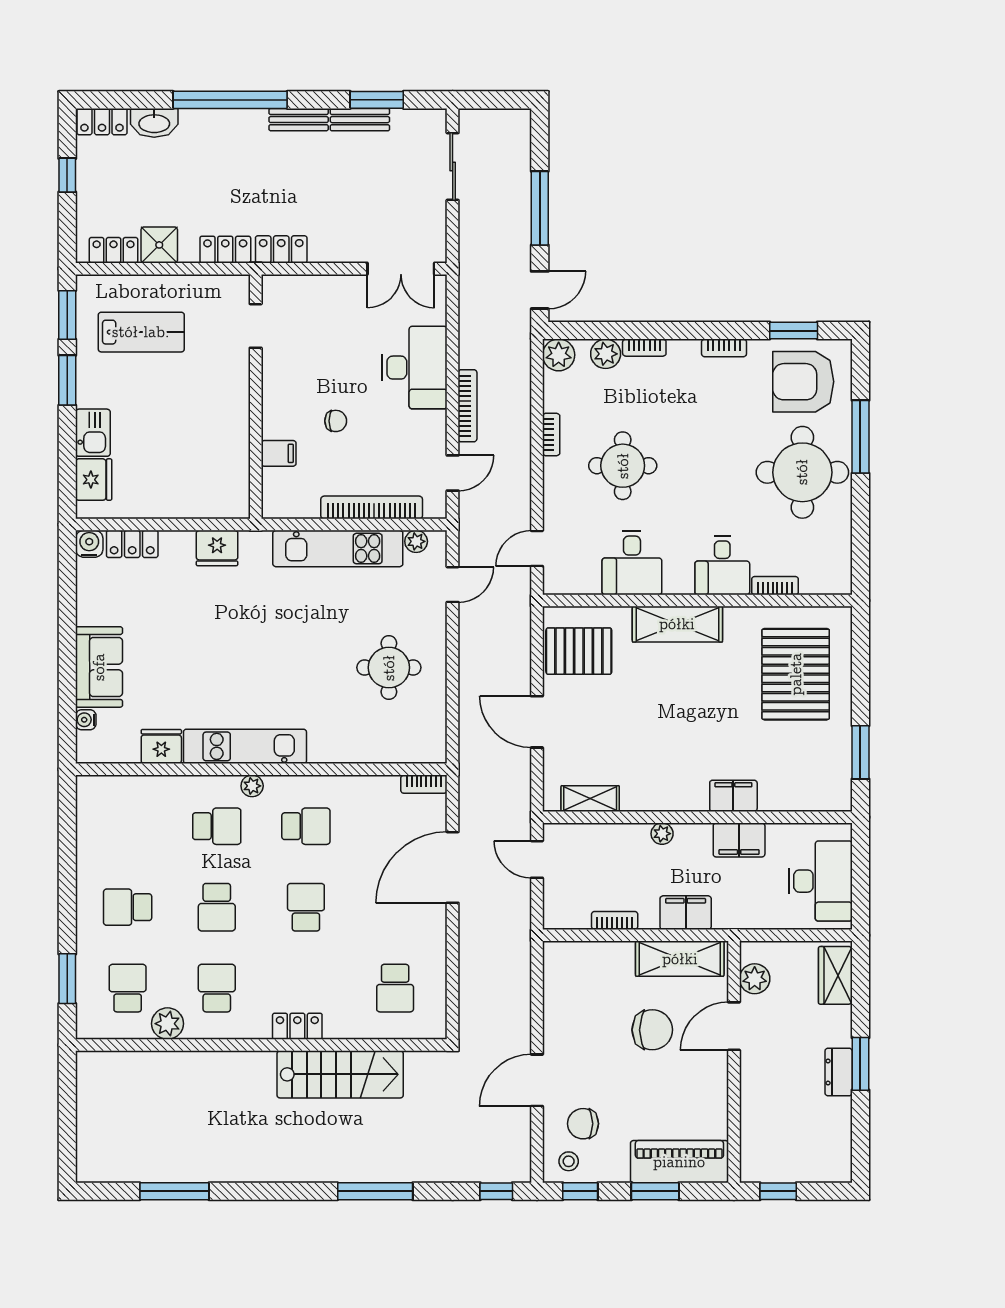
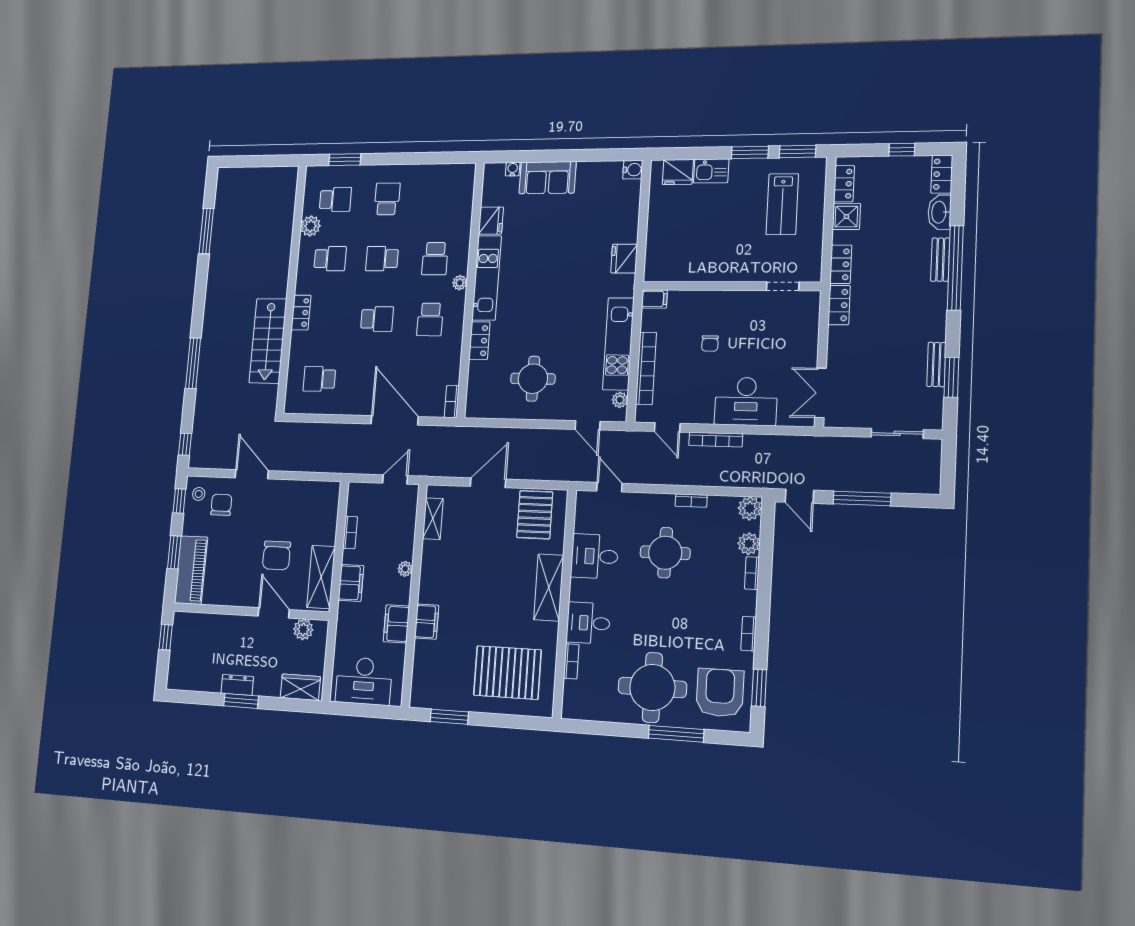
bench: (299, 120) -> (940, 260), moved
filing cabinet: (279, 453) -> (654, 299), moved, turned -90
locker: (132, 544) -> (479, 341), moved, turned 180

